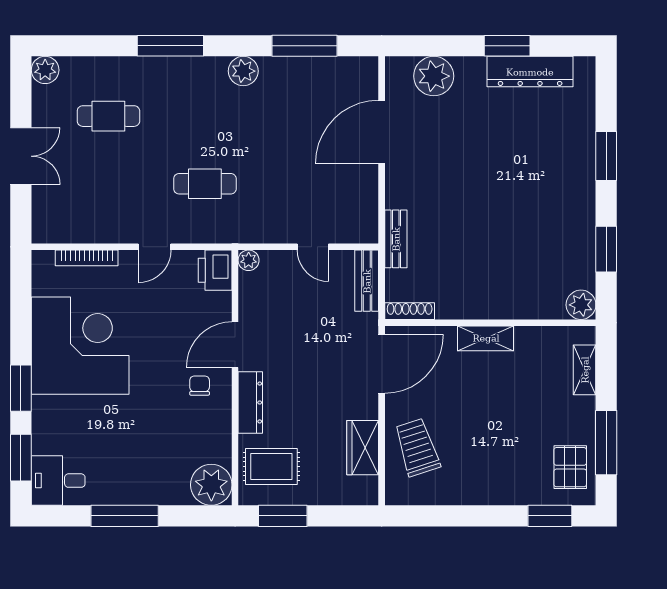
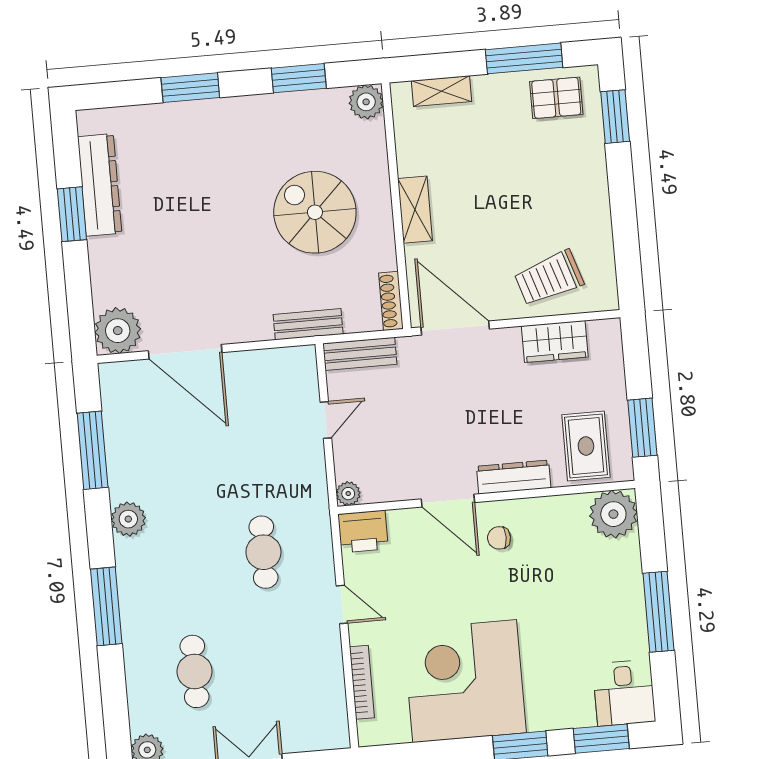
plant: (434, 76) -> (118, 331), moved
spiral stairs: (491, 253) -> (315, 212), added

